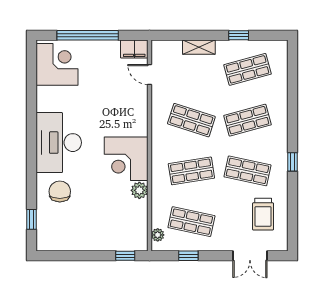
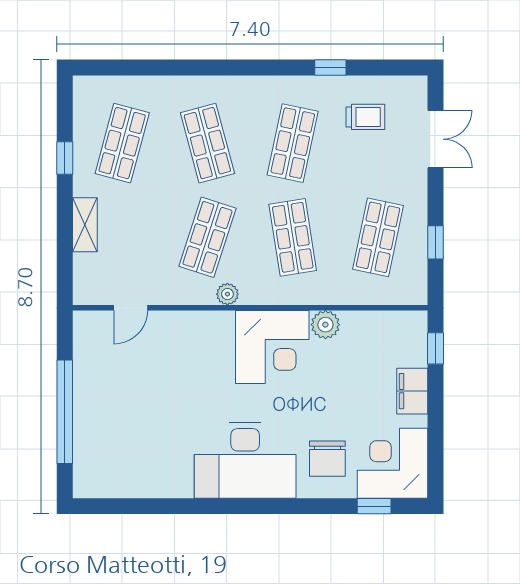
filing cabinet: (134, 49) -> (412, 391), moved, turned 180
corner desk: (57, 64) -> (392, 463), moved
shop shelf: (248, 69) -> (122, 143), turned 30
window: (292, 162) -> (330, 67), moved
chair: (60, 191) -> (327, 459), turned -90
trolley: (263, 214) -> (365, 117), width x0.73, depth x0.72
plant: (158, 235) -> (227, 294), moved

